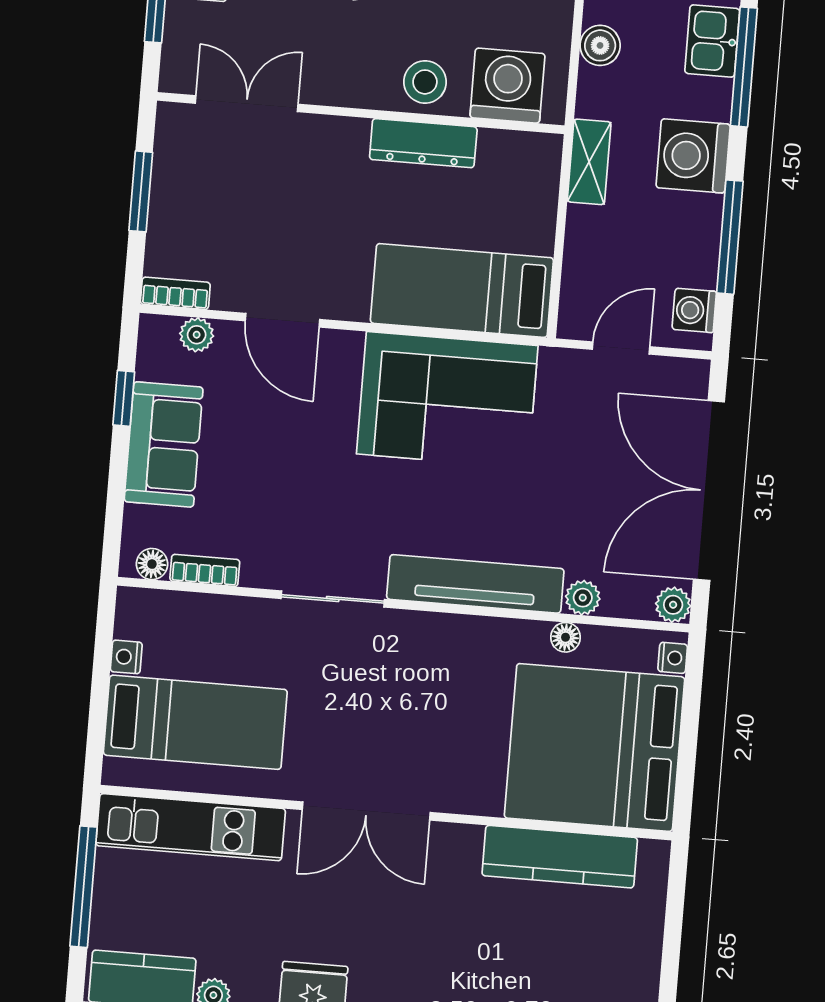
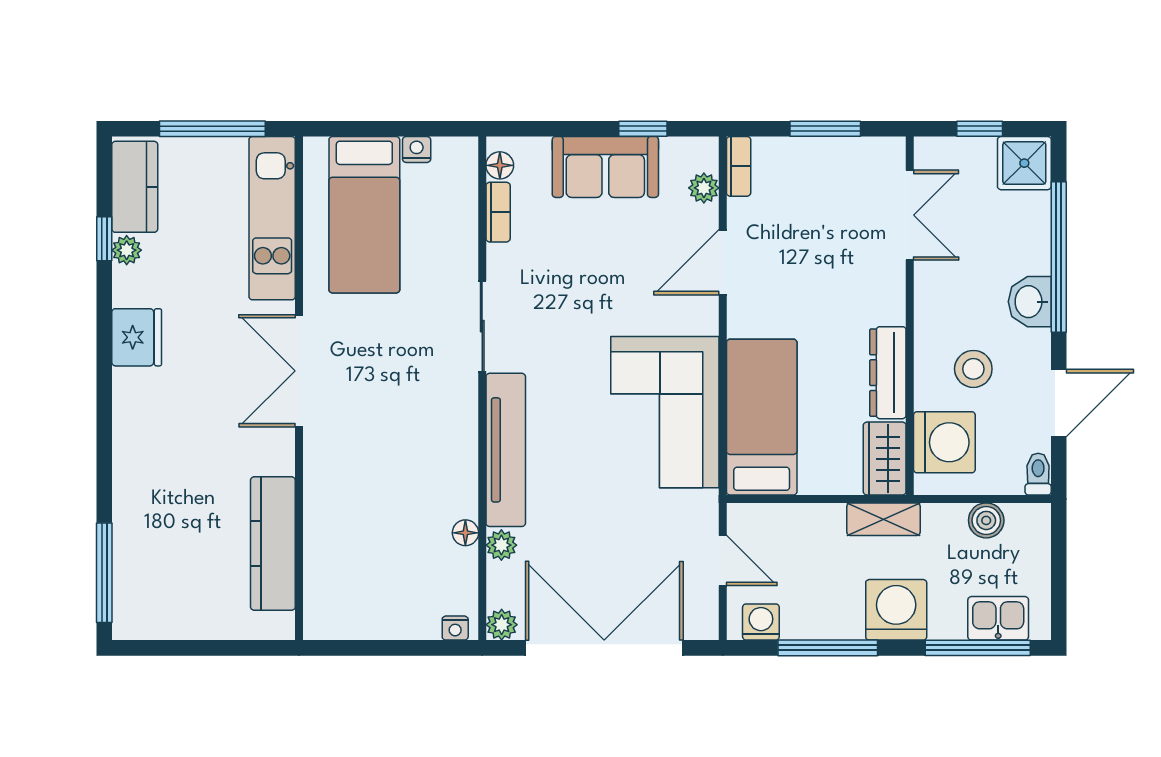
stool: (425, 82) -> (973, 369), moved
wardrobe: (520, 155) -> (885, 459), added
bed: (595, 747) -> (371, 566), removed

